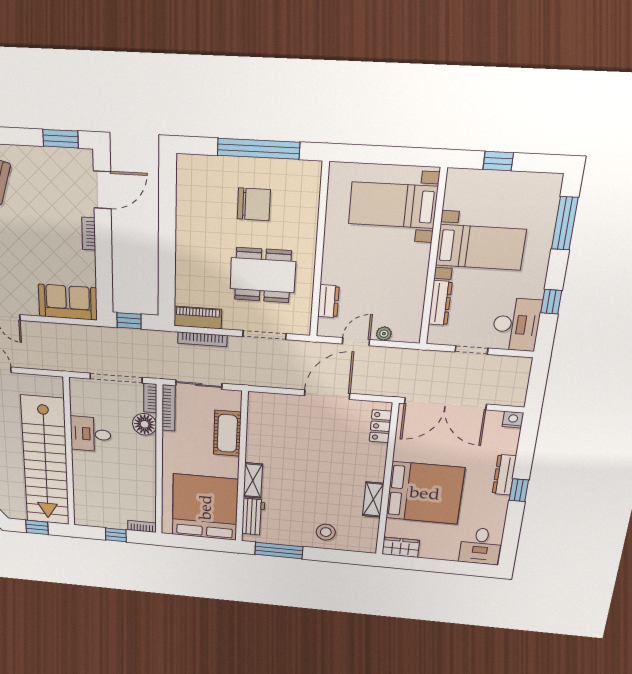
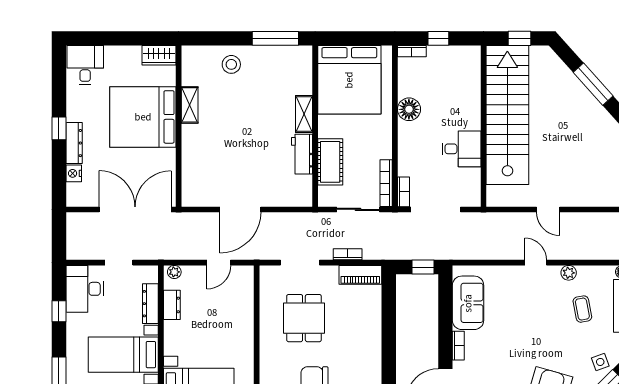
dining table: (263, 275) -> (304, 318), width x0.73
dresser: (328, 301) -> (172, 305), moved, turned 180
sofa: (68, 302) -> (468, 303), moved, turned -90
plant: (384, 334) -> (174, 272), moved
bookcase: (202, 339) -> (348, 254), width x0.64
nightstand: (513, 420) -> (74, 173), moved, turned 90
floor lamp: (145, 424) -> (409, 109), moved
locker: (380, 426) -> (190, 182), removed
workbench: (253, 517) -> (302, 154), moved

